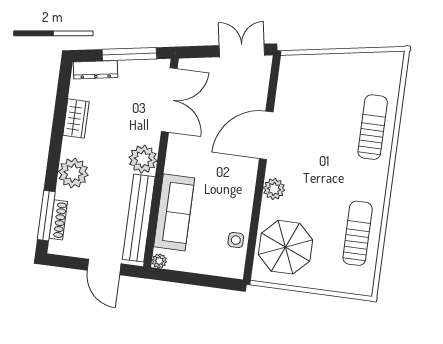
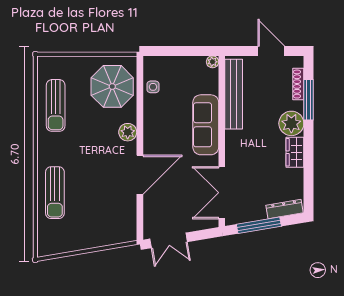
wardrobe: (76, 118) -> (295, 152), moved
plant: (143, 159) -> (237, 142), removed
sofa: (174, 212) -> (206, 125), moved
window: (46, 216) -> (309, 100), moved
door: (104, 267) -> (271, 51), moved

